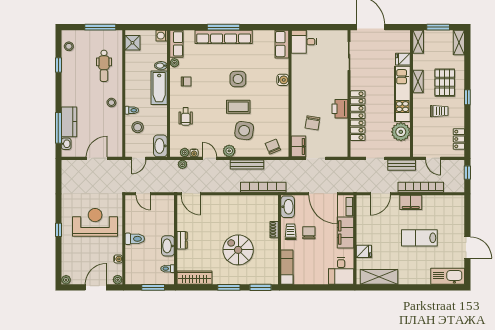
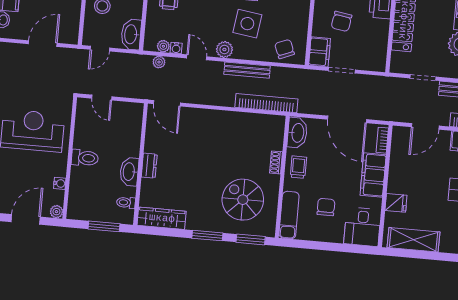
chair: (309, 233) -> (326, 207), moved
spiral stairs: (238, 250) -> (243, 200), moved

